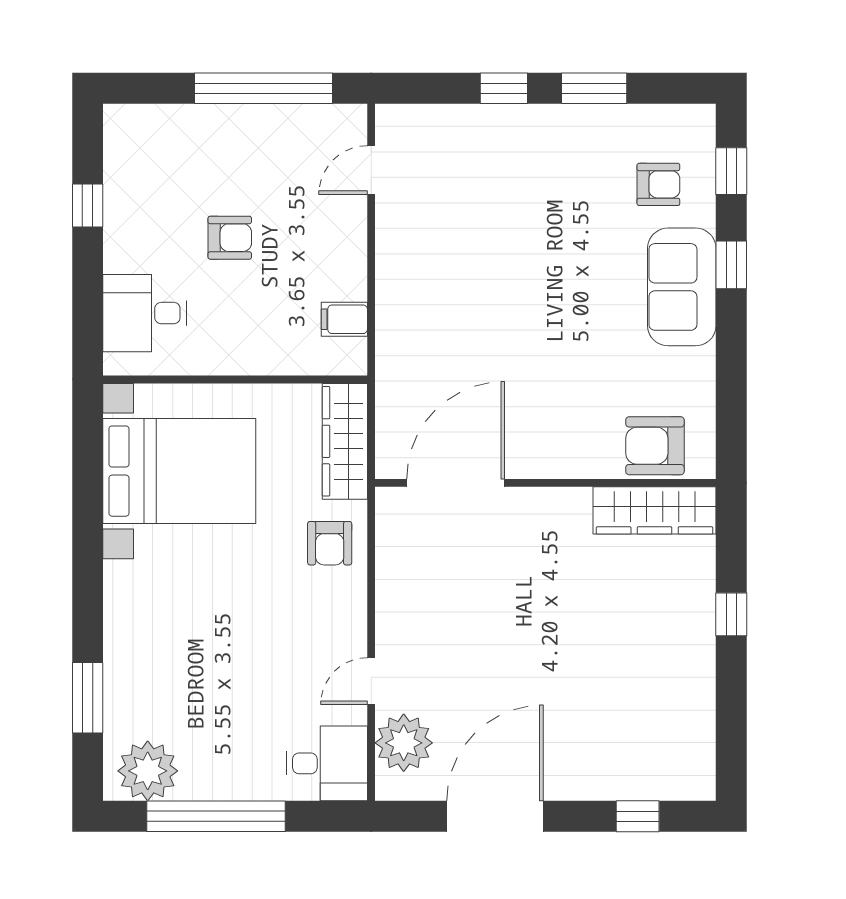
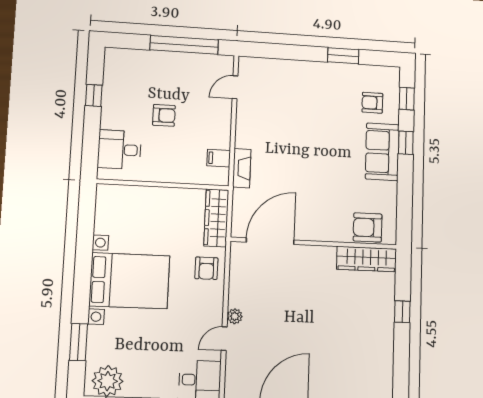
window: (504, 88) -> (300, 53), removed
armchair: (658, 184) -> (372, 103), turned 180
fireplace: (392, 337) -> (242, 168), added
bed with nightstands: (179, 471) -> (129, 281), moved
plant: (404, 743) -> (235, 316), moved, width x0.53, depth x0.53

